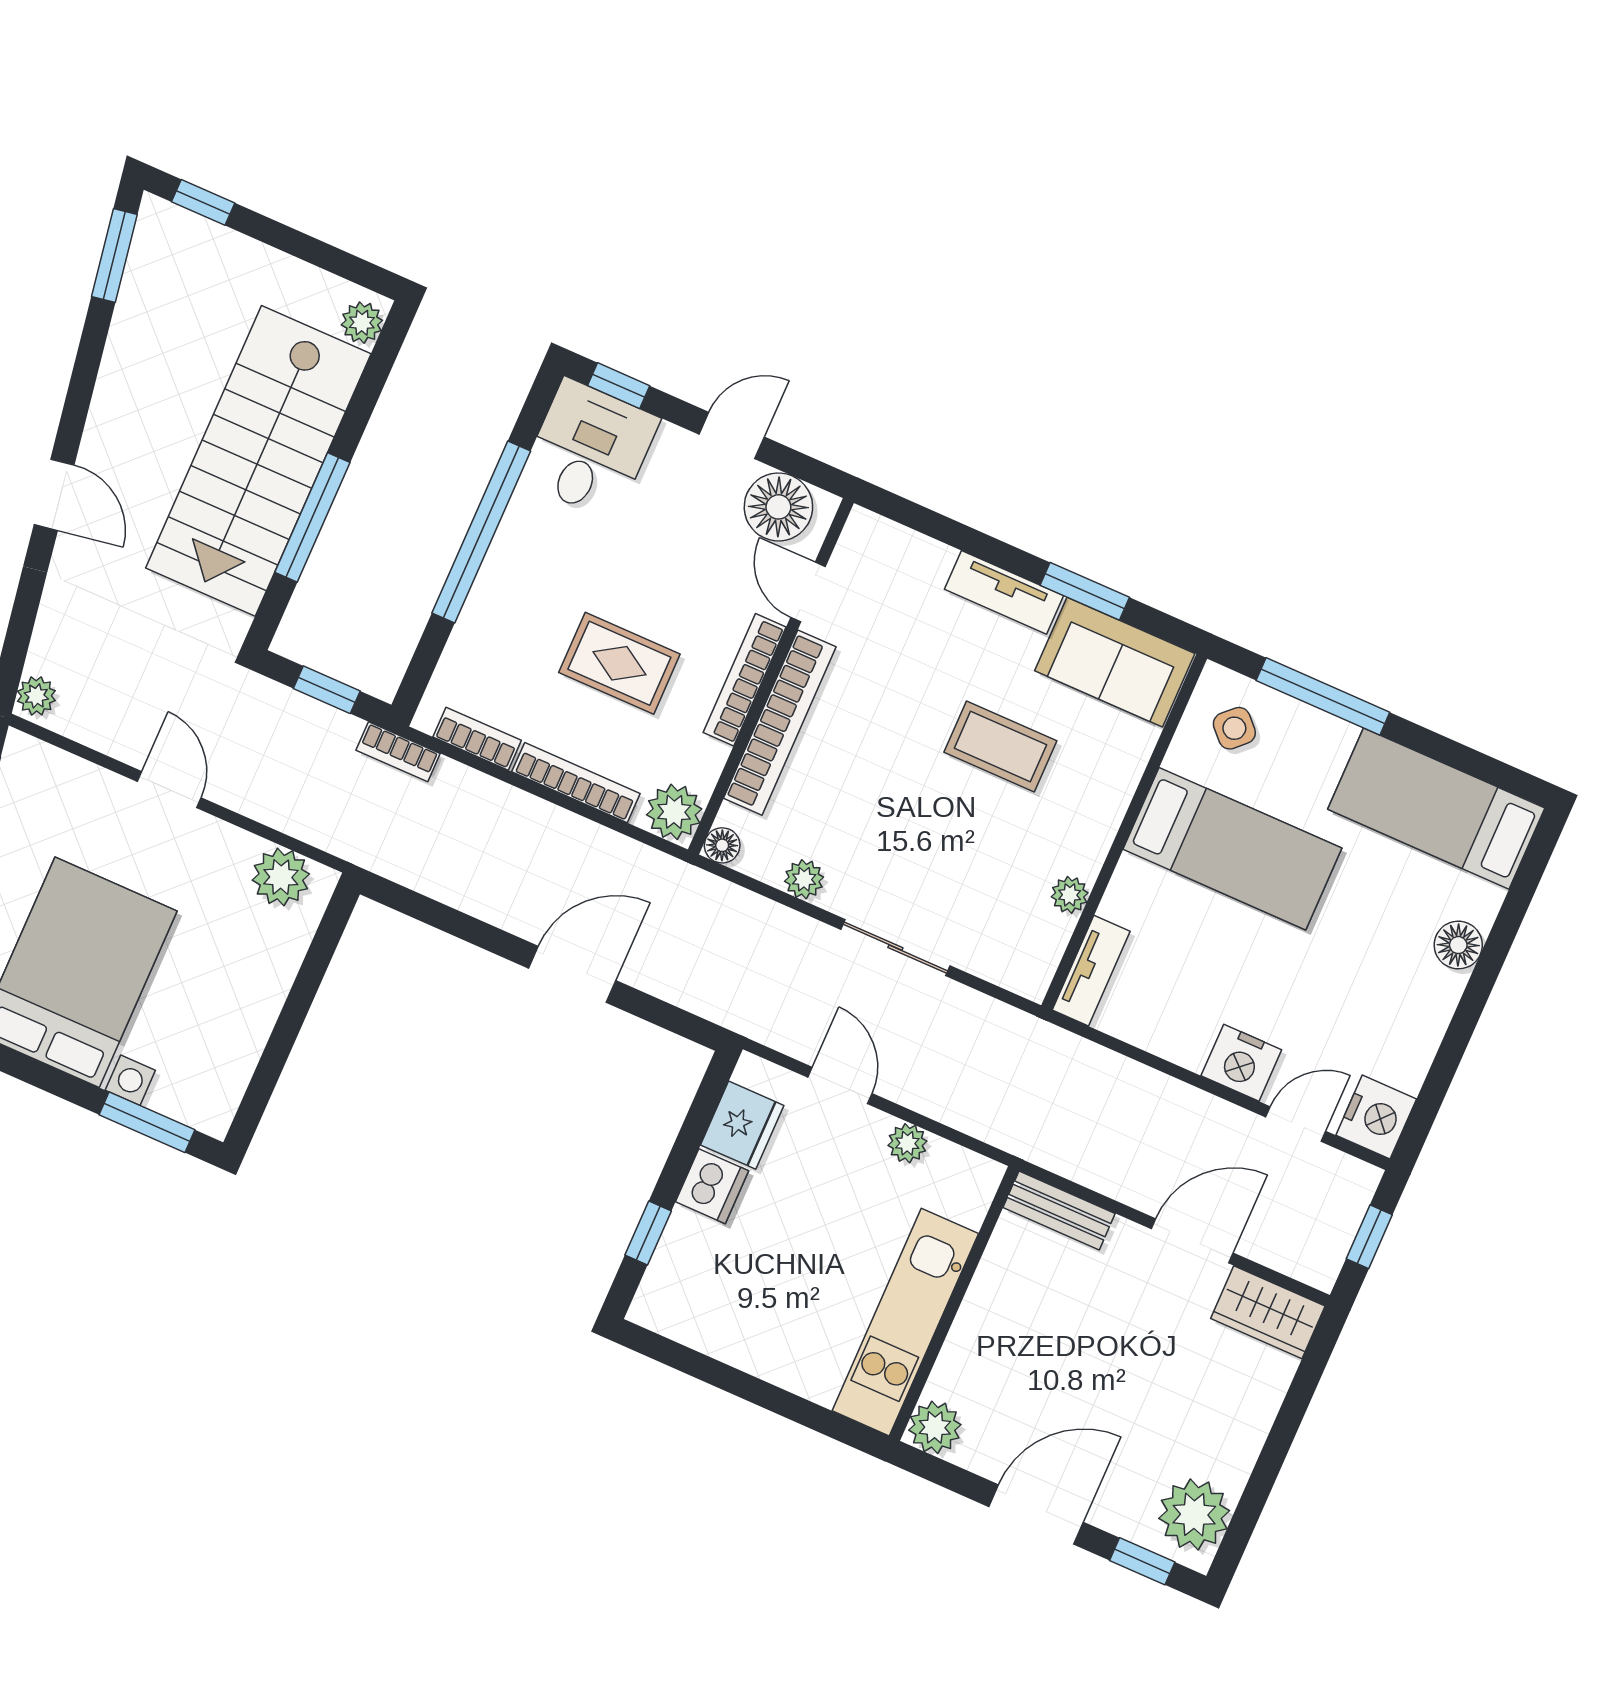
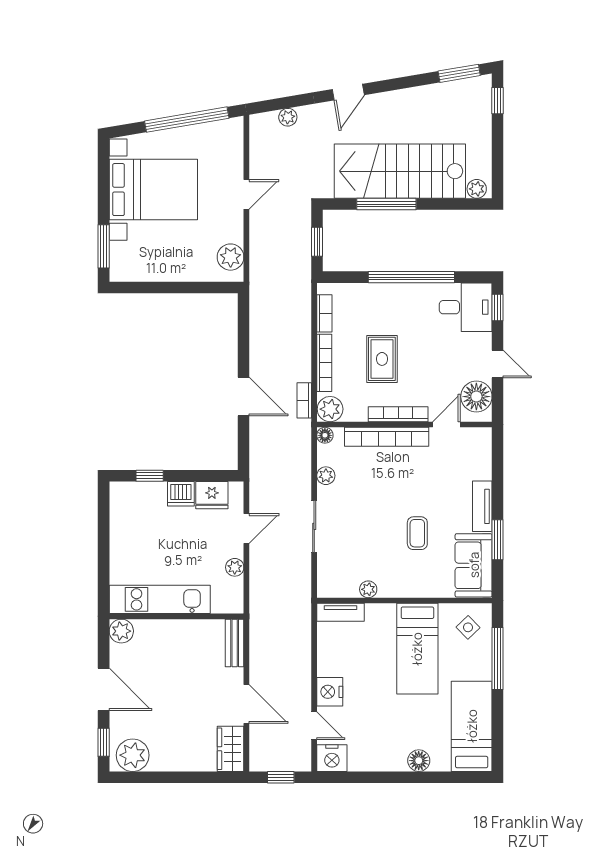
plant: (36, 696) -> (288, 117), moved
coffee table: (1000, 747) -> (417, 533), width x0.73, depth x0.77
bookcase: (398, 752) -> (304, 400), moved

